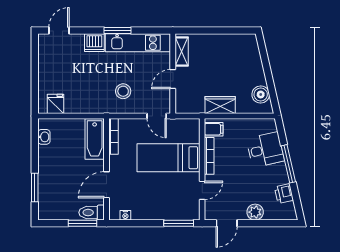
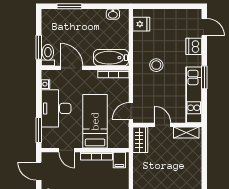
dishwasher: (94, 43) -> (194, 46), moved
stool: (123, 91) -> (156, 65), moved
wardrobe: (220, 105) -> (140, 140), moved
desk: (154, 203) -> (56, 108), added

